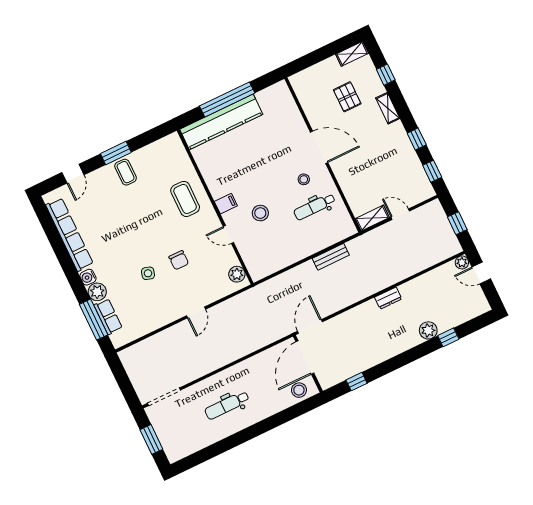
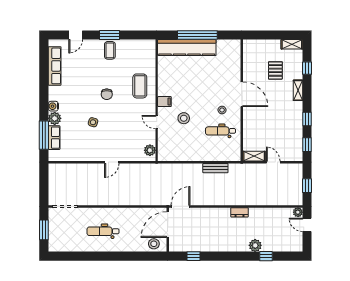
row of seats: (69, 234) -> (55, 66), width x0.73
chair: (179, 260) -> (107, 94), moved

